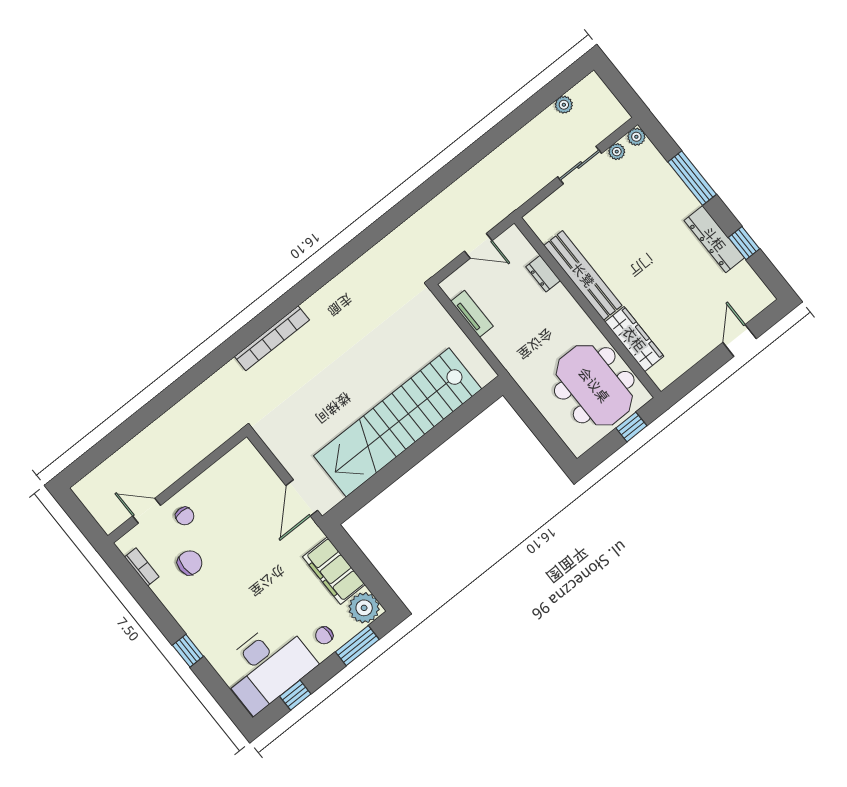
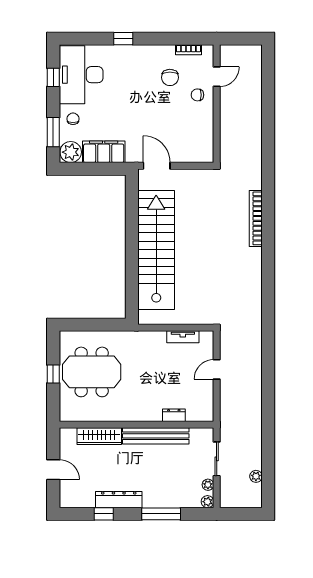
dresser: (543, 274) -> (174, 415), moved
bench: (583, 275) -> (156, 436), moved
wall: (588, 307) -> (136, 425), moved
wardrobe: (634, 339) -> (99, 436), moved

